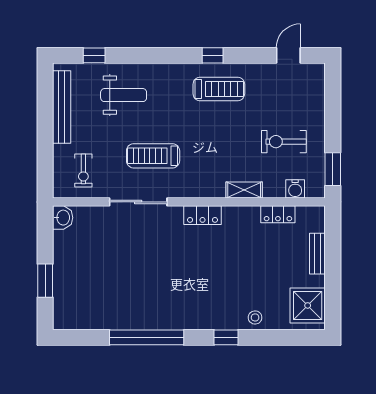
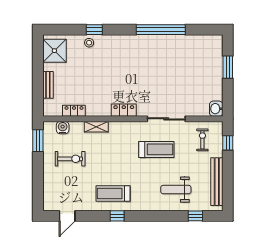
window: (45, 166) -> (228, 143), added
window: (226, 337) -> (94, 30), moved

